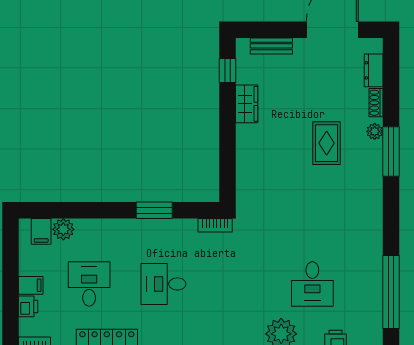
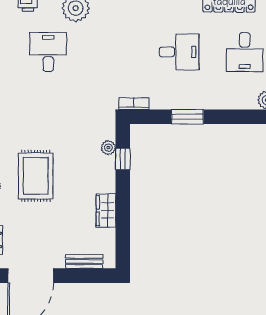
window: (228, 70) -> (123, 159), moved
rug: (327, 143) -> (36, 176), width x1.36, depth x1.43
plant: (244, 175) -> (108, 148), added

